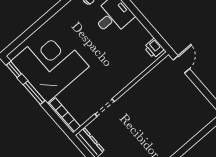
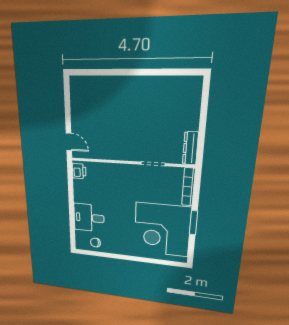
door: (181, 64) -> (69, 142), swing flipped
window: (14, 70) -> (191, 250), removed

